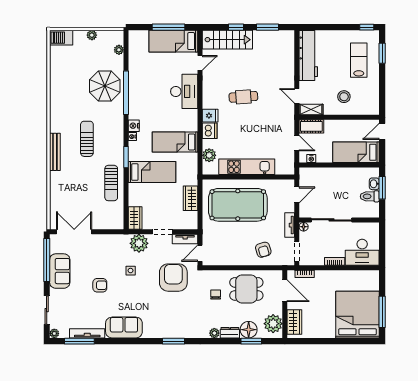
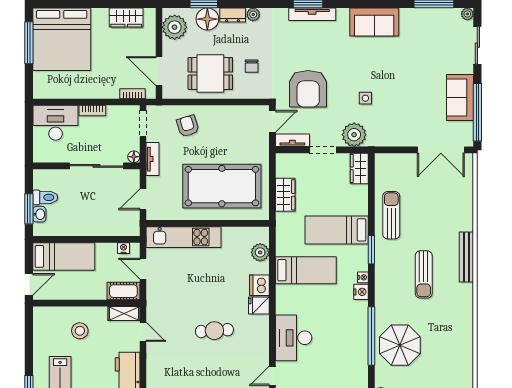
kitchen unit: (247, 167) -> (184, 237), moved
armchair: (100, 285) -> (406, 78), removed
wardrobe: (294, 322) -> (126, 18), moved, turned -90
tv unit: (87, 333) -> (312, 14), moved

